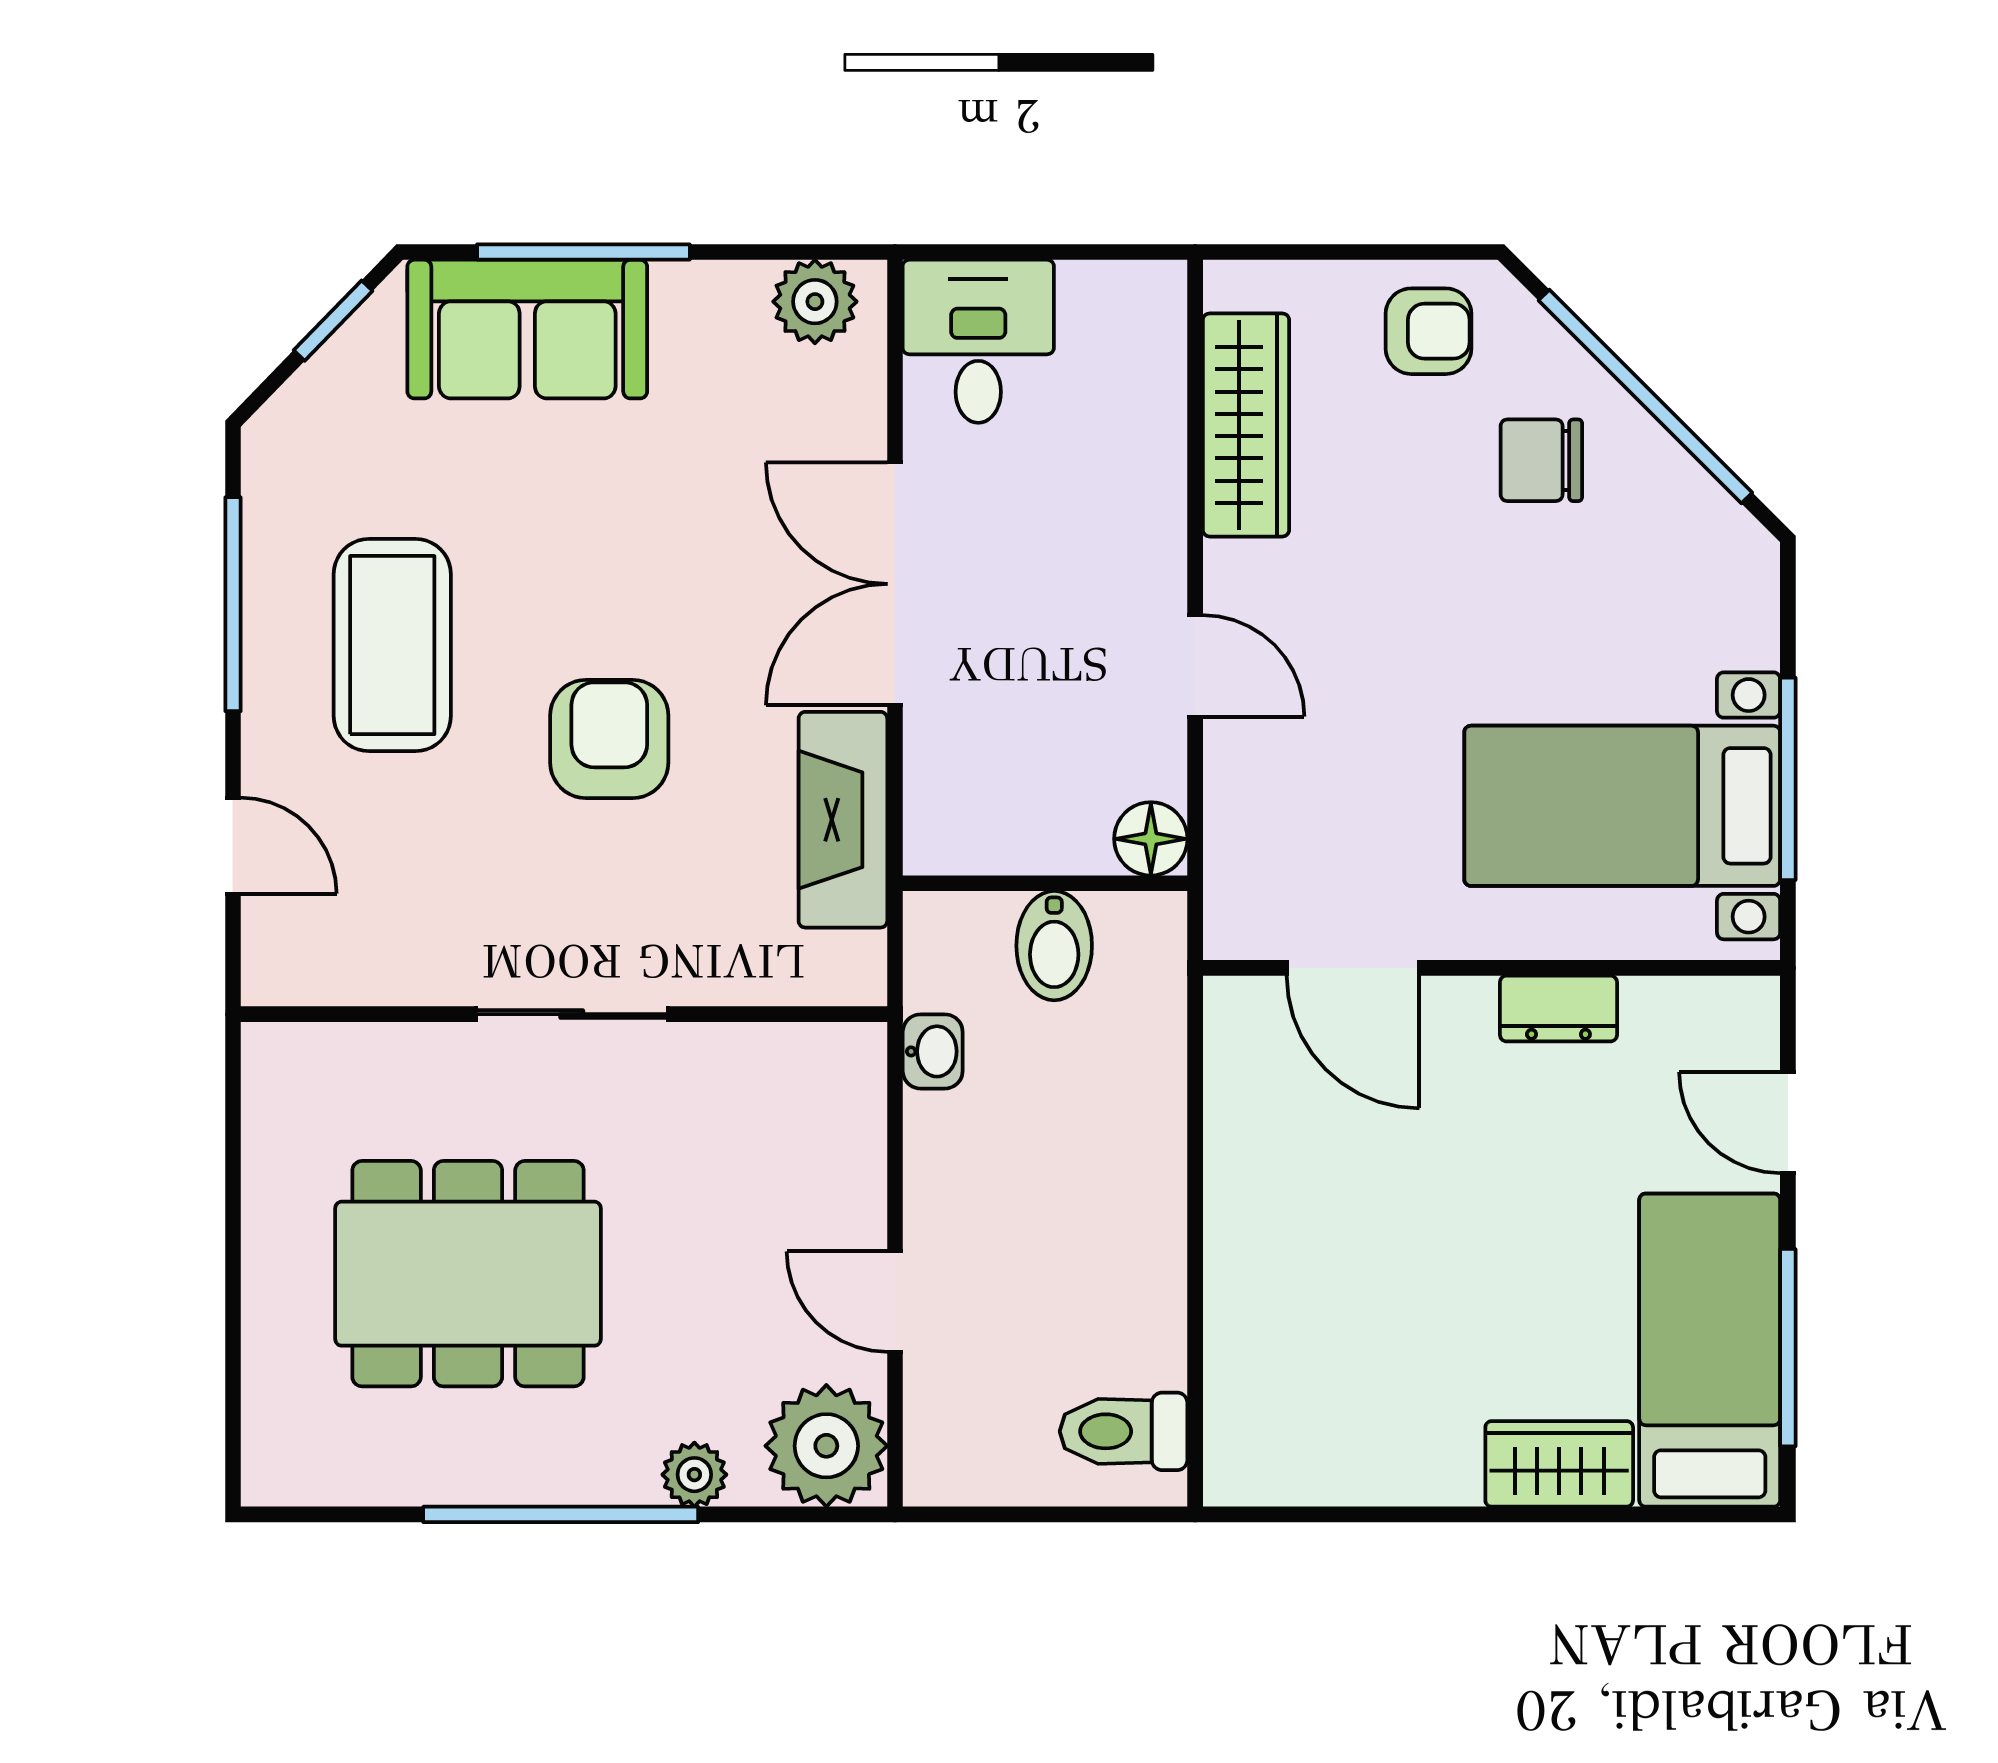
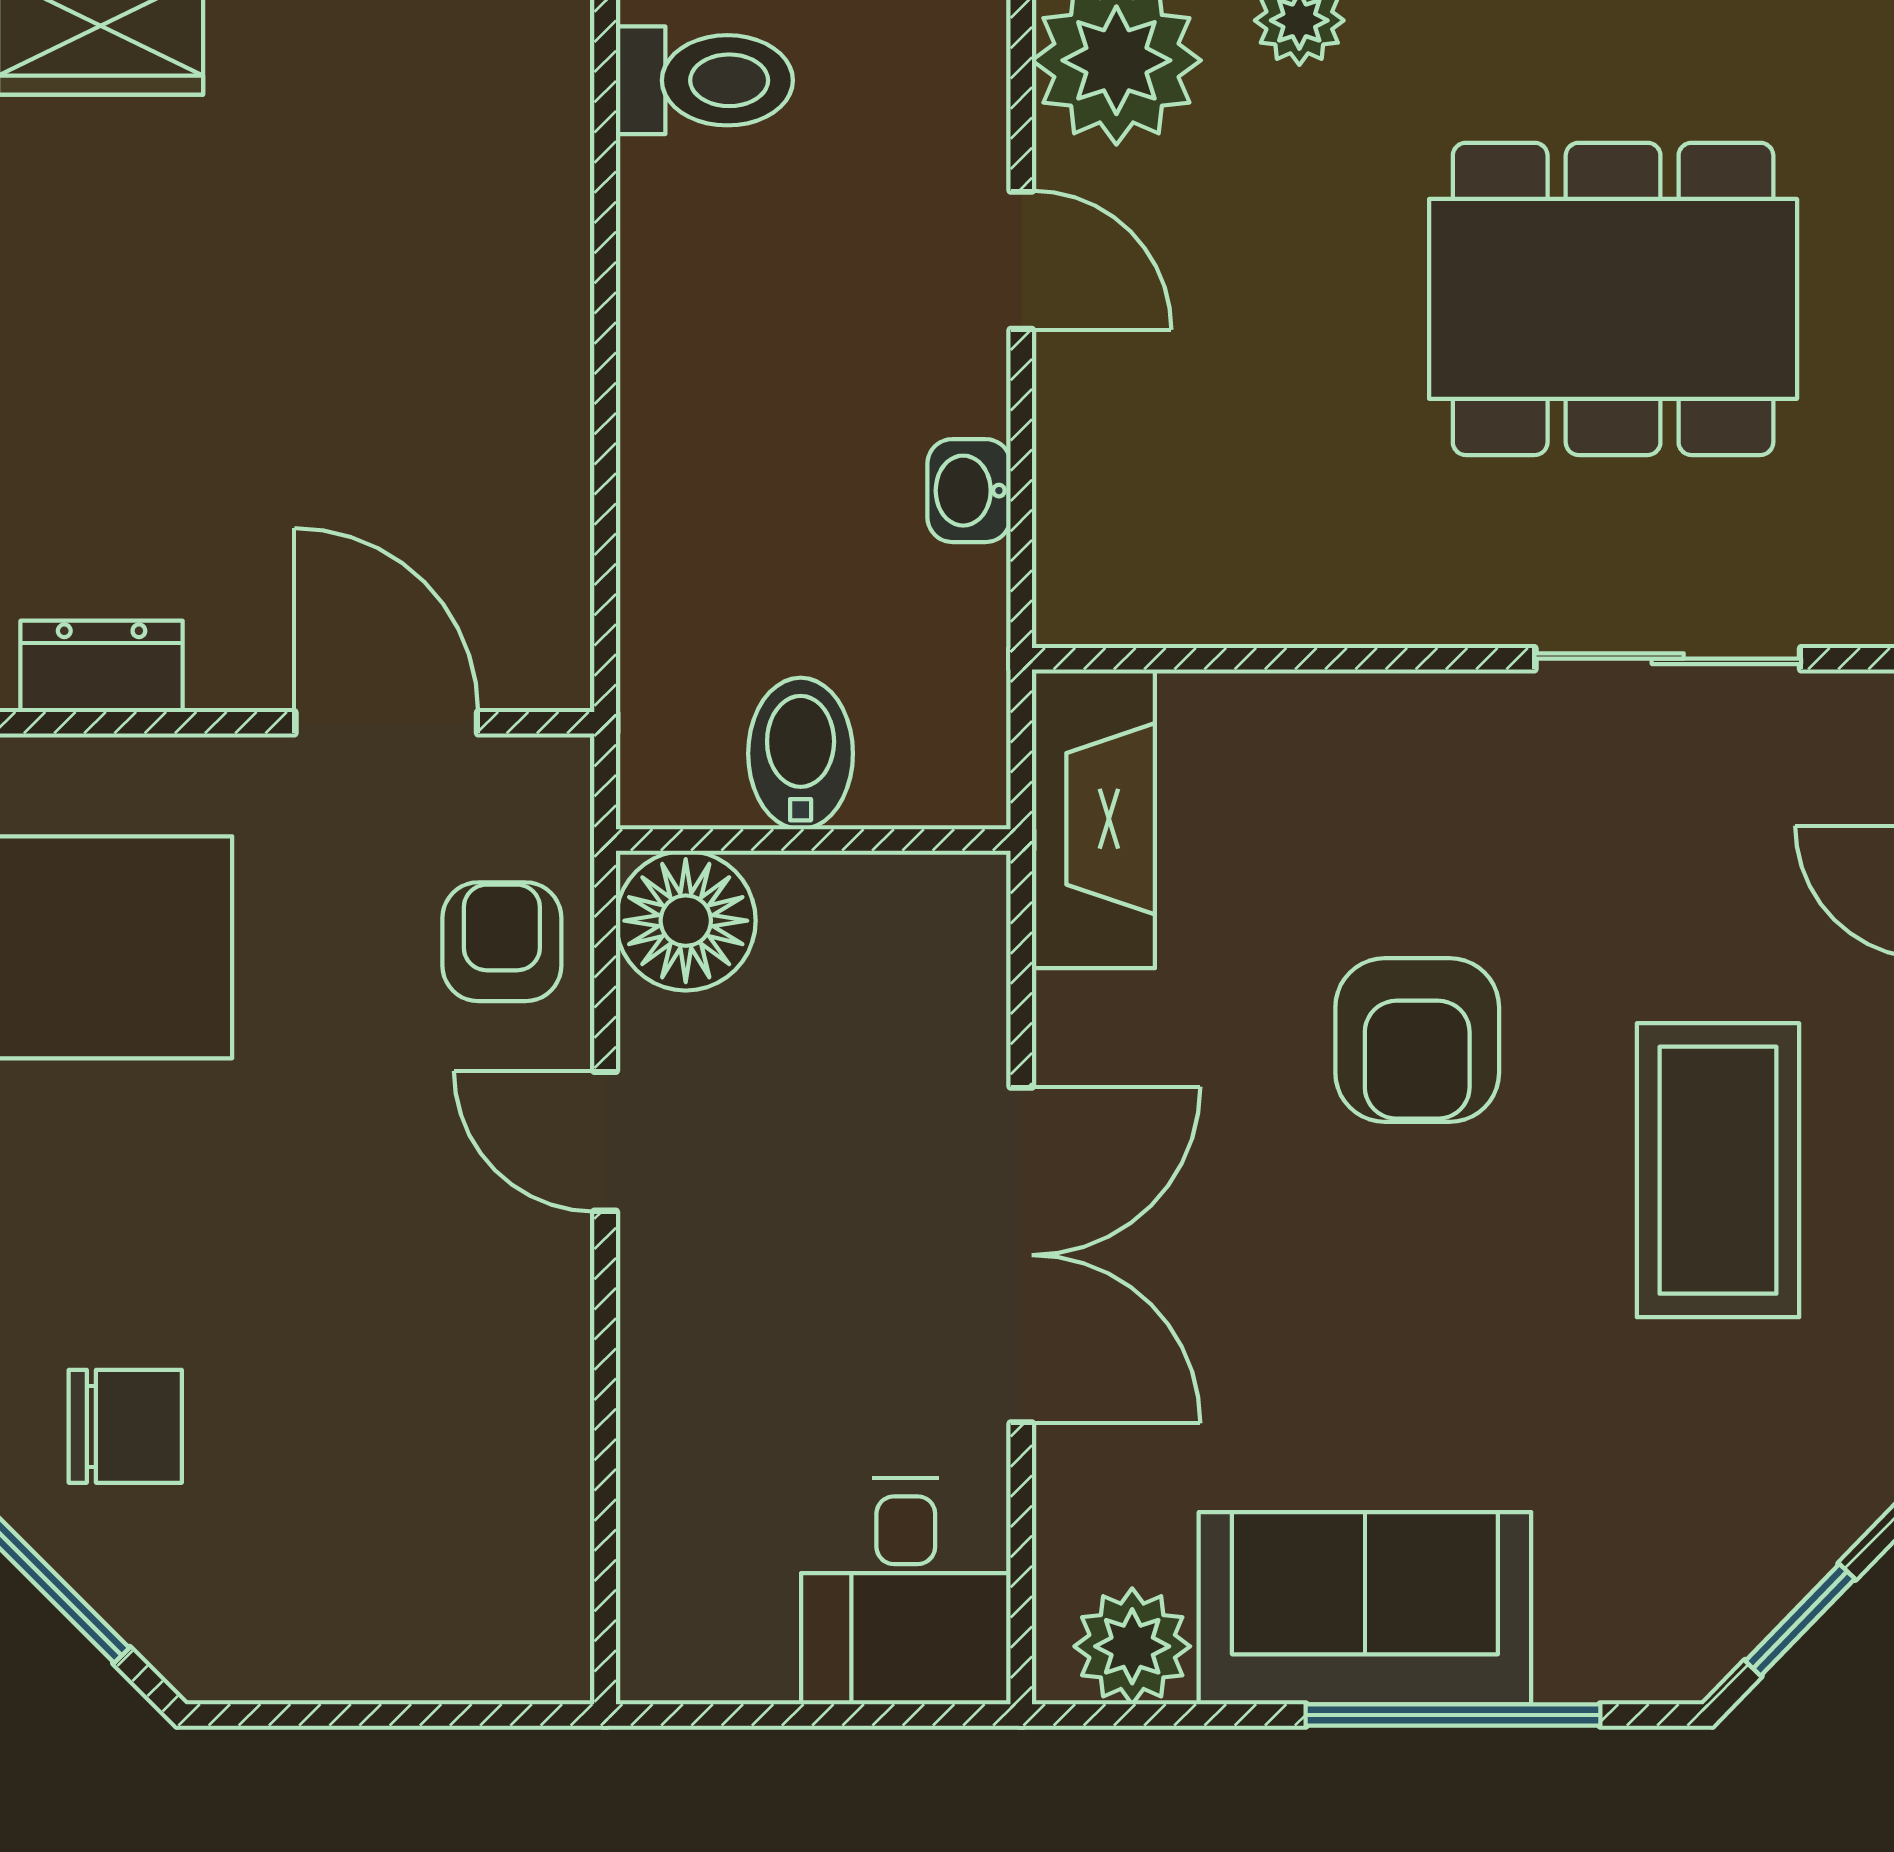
sofa: (527, 329) -> (1365, 1608), moved
armchair: (1429, 331) -> (502, 942), moved, turned 90
wardrobe: (1246, 425) -> (535, 1475), removed
fireplace: (843, 820) -> (1093, 819), moved
floor lamp: (1151, 839) -> (686, 921), width x1.38, depth x1.38
sliding door: (572, 1014) -> (1668, 659), moved
washbasin: (933, 1051) -> (969, 491), moved

